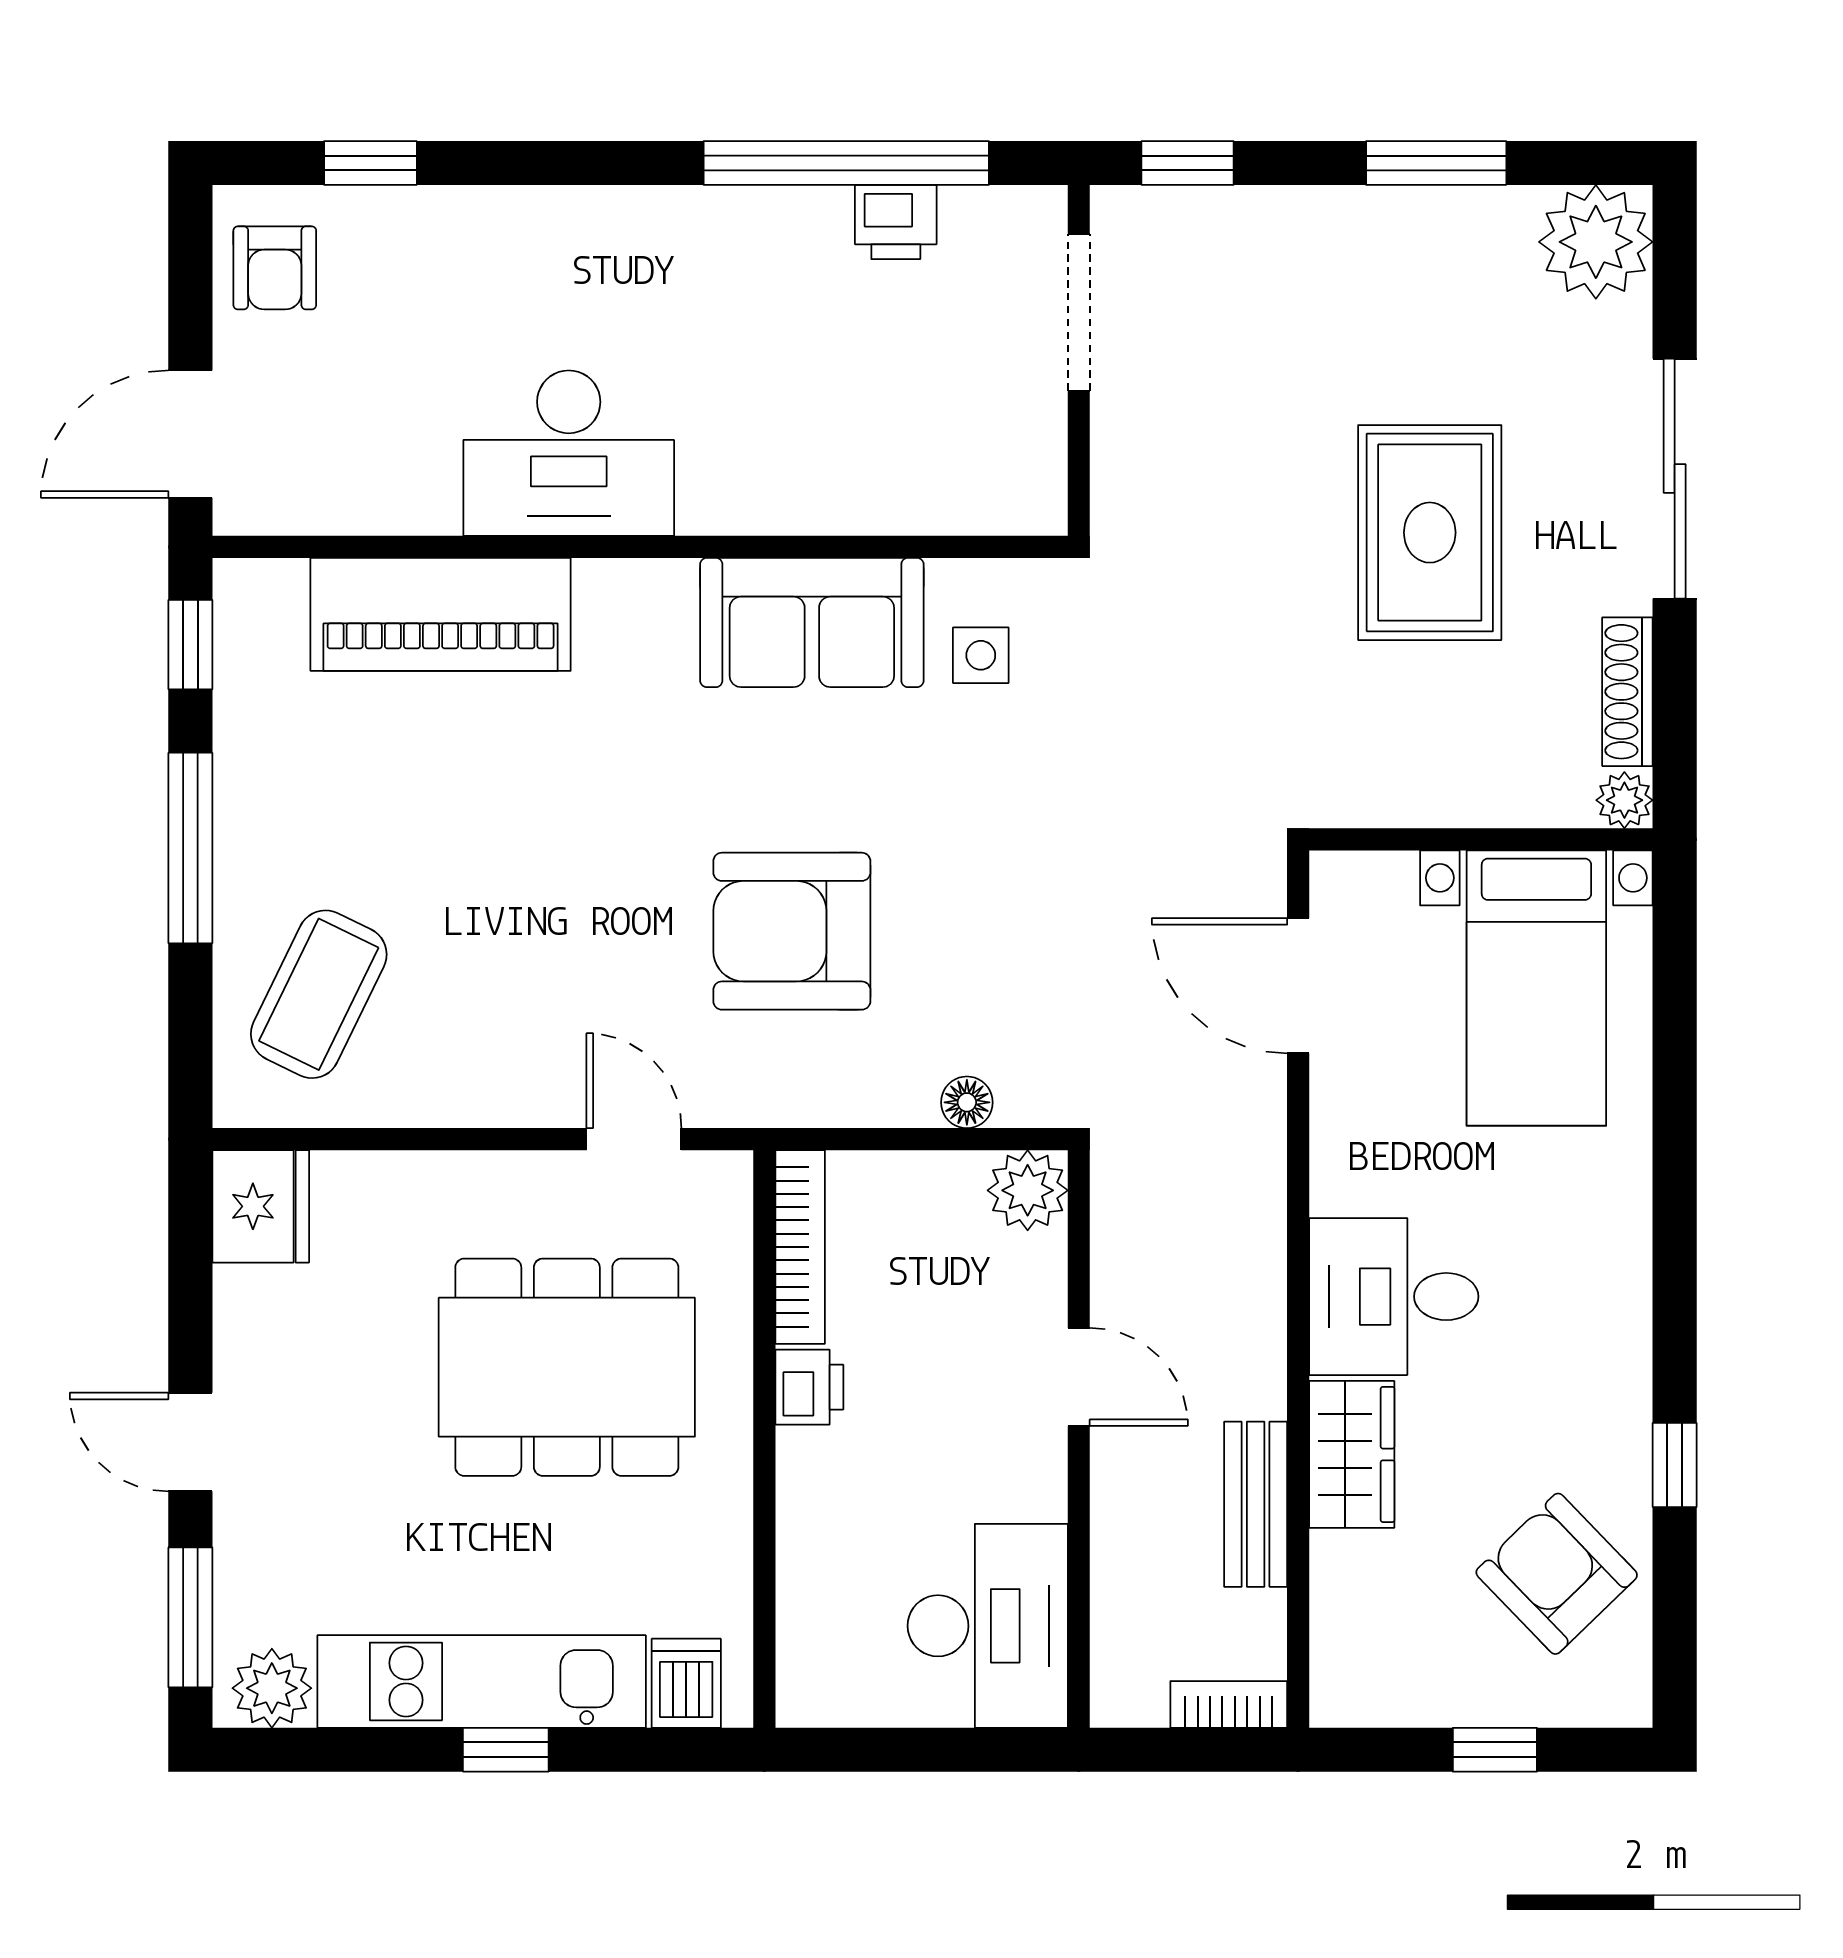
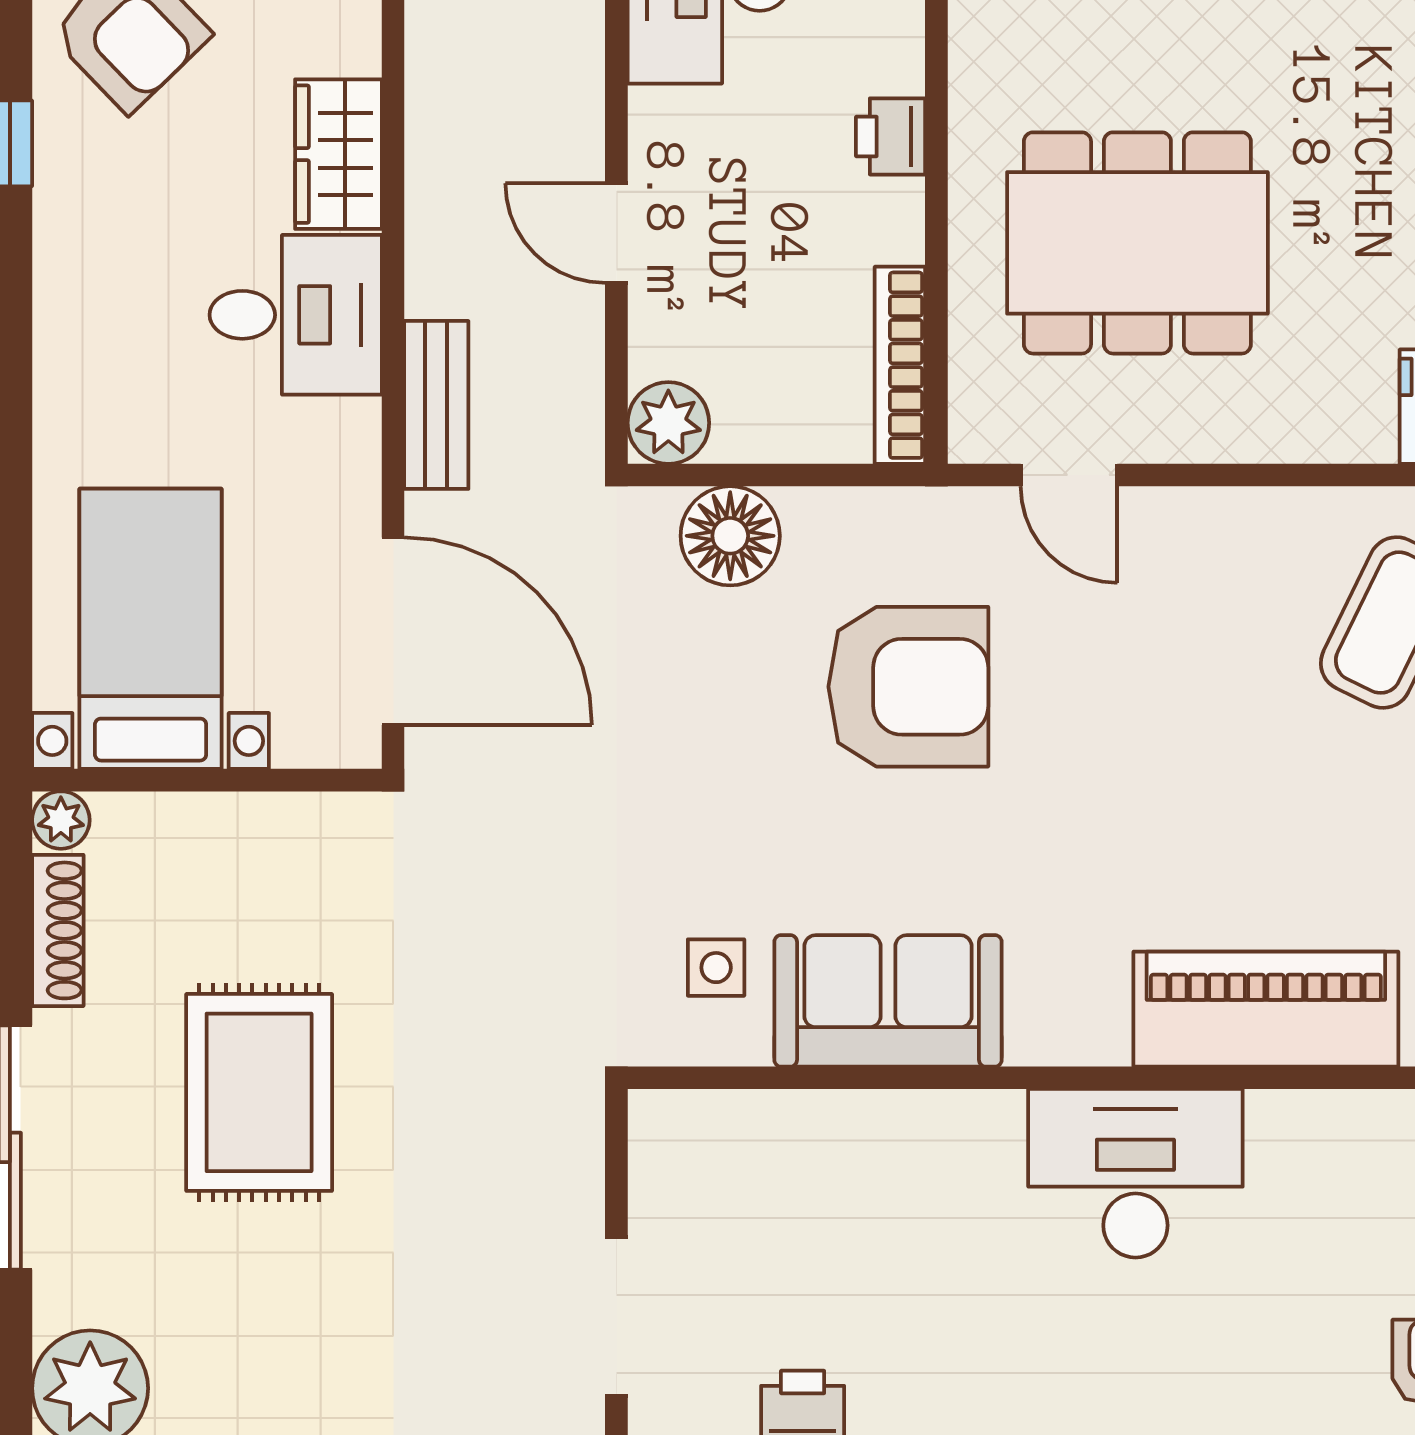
door: (1298, 986) -> (393, 631), width x1.36
floor lamp: (967, 1102) -> (730, 536), width x1.89, depth x1.89
printer: (809, 1387) -> (891, 136), moved
bench: (1256, 1504) -> (436, 405), moved

